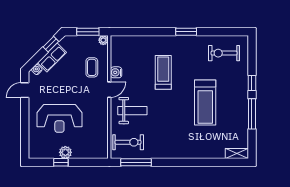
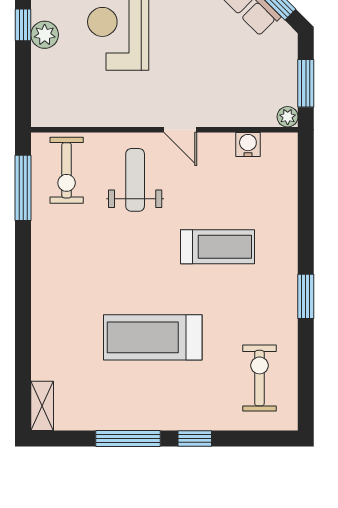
coffee table: (92, 67) -> (229, 92), removed
water cooler: (116, 72) -> (248, 144), moved
weight bench: (132, 111) -> (135, 180), turned 180

